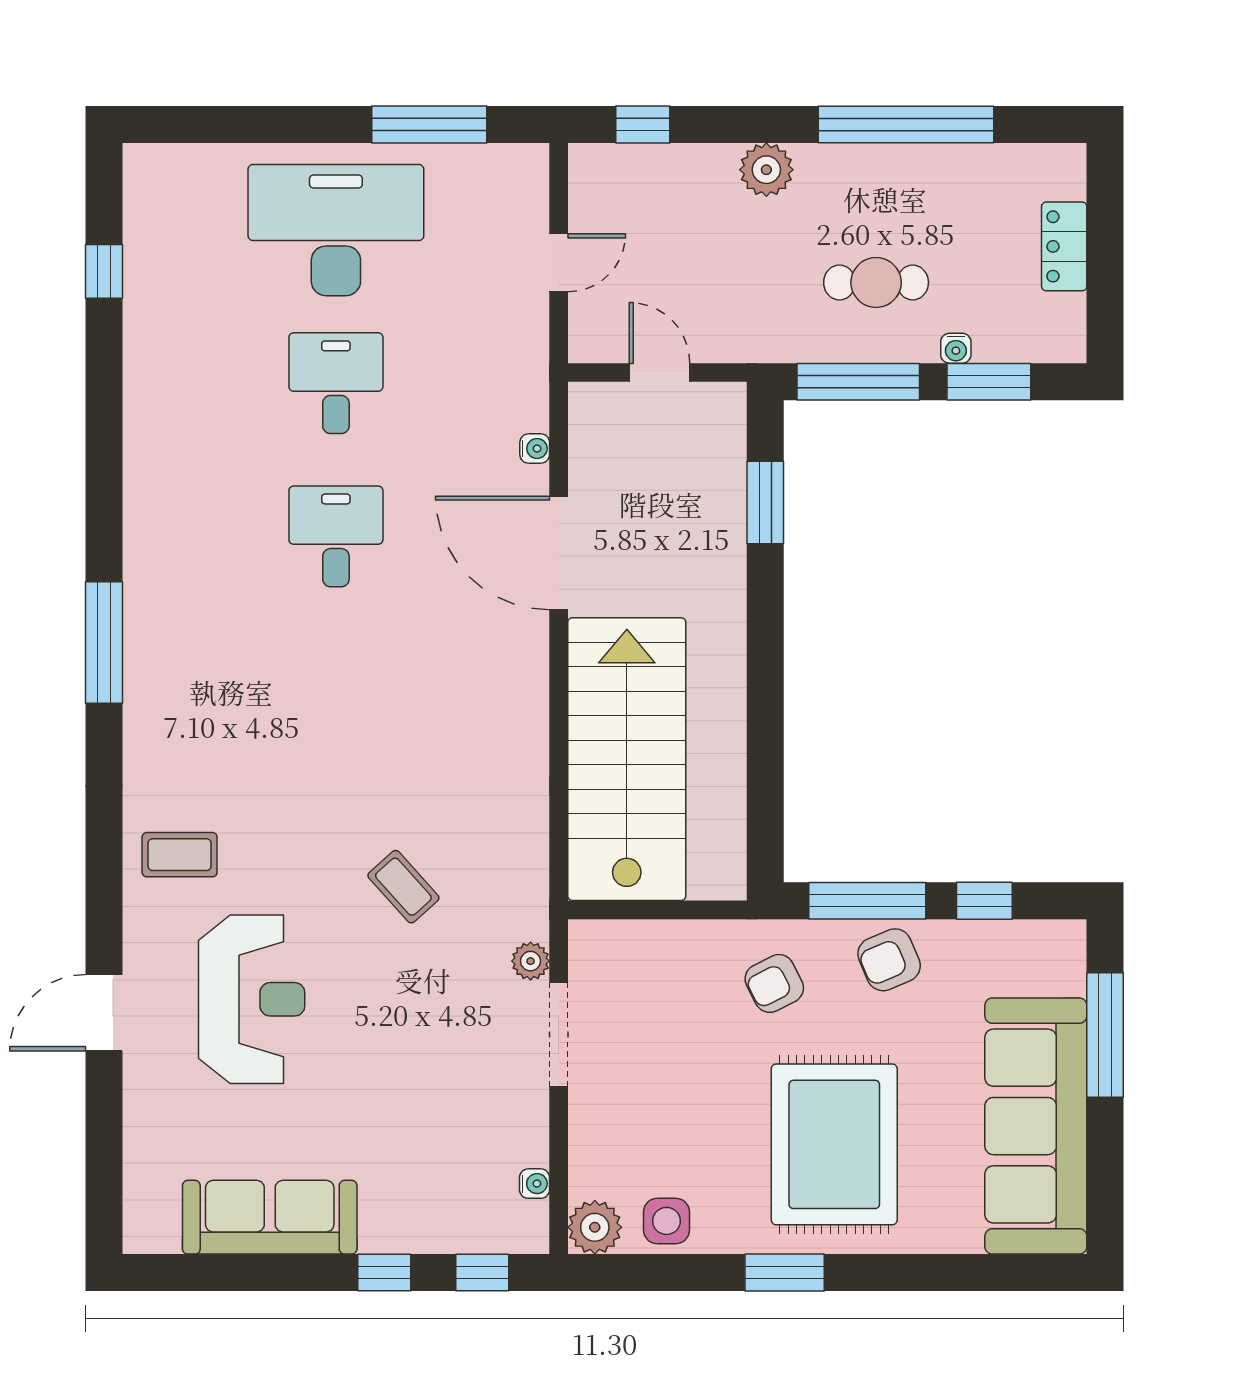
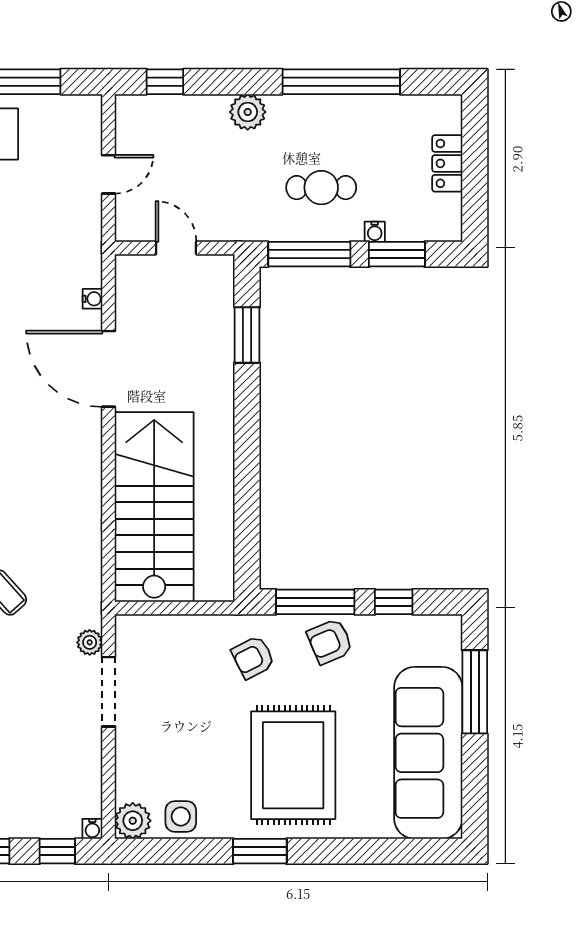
water cooler: (535, 1184) -> (92, 829), moved, turned 90

